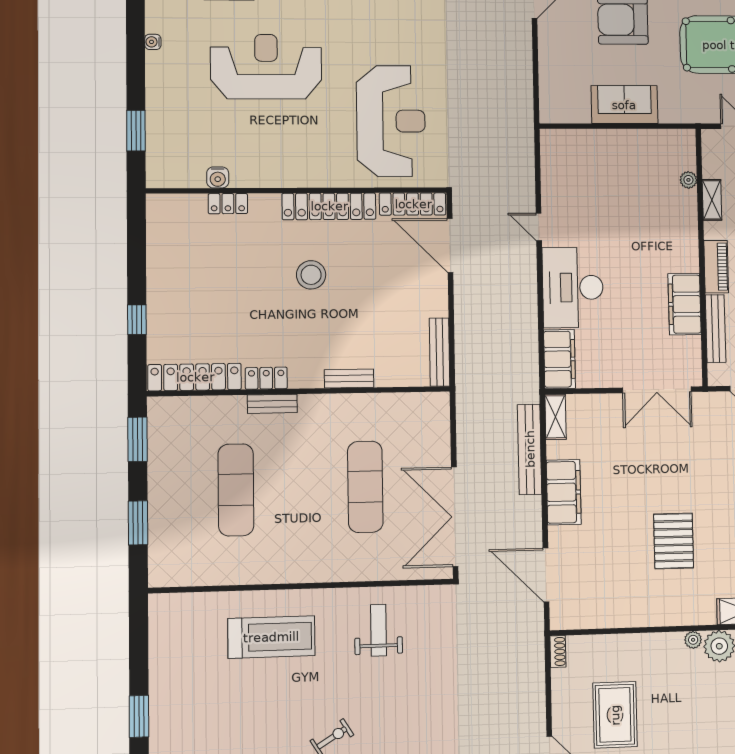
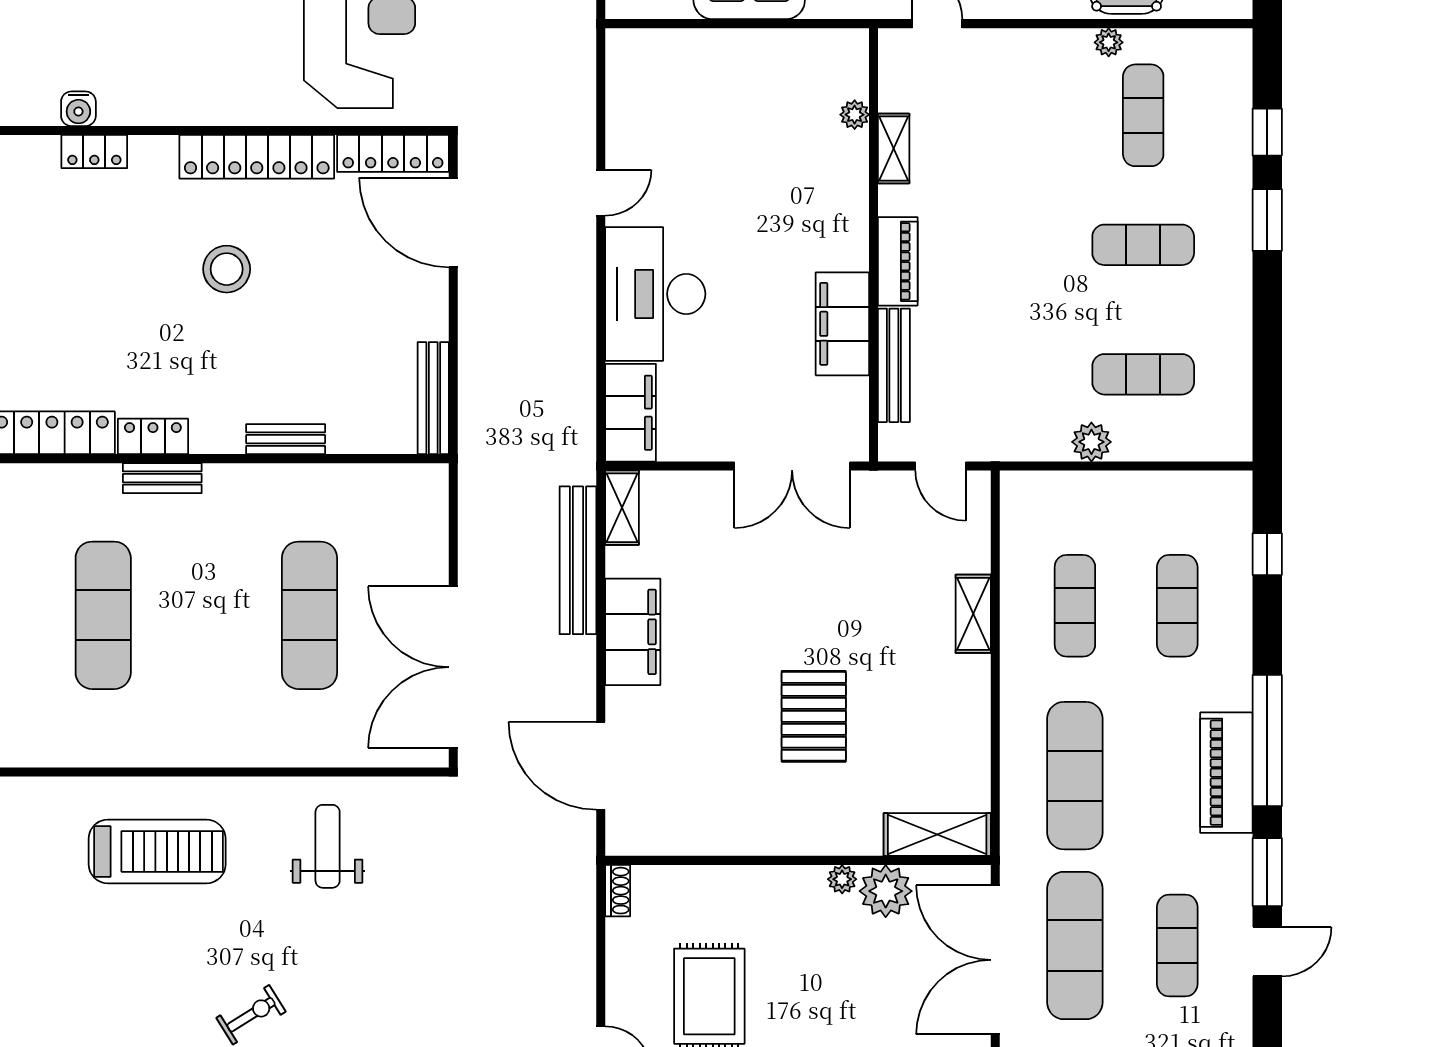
door: (539, 227) -> (601, 193), swing flipped

